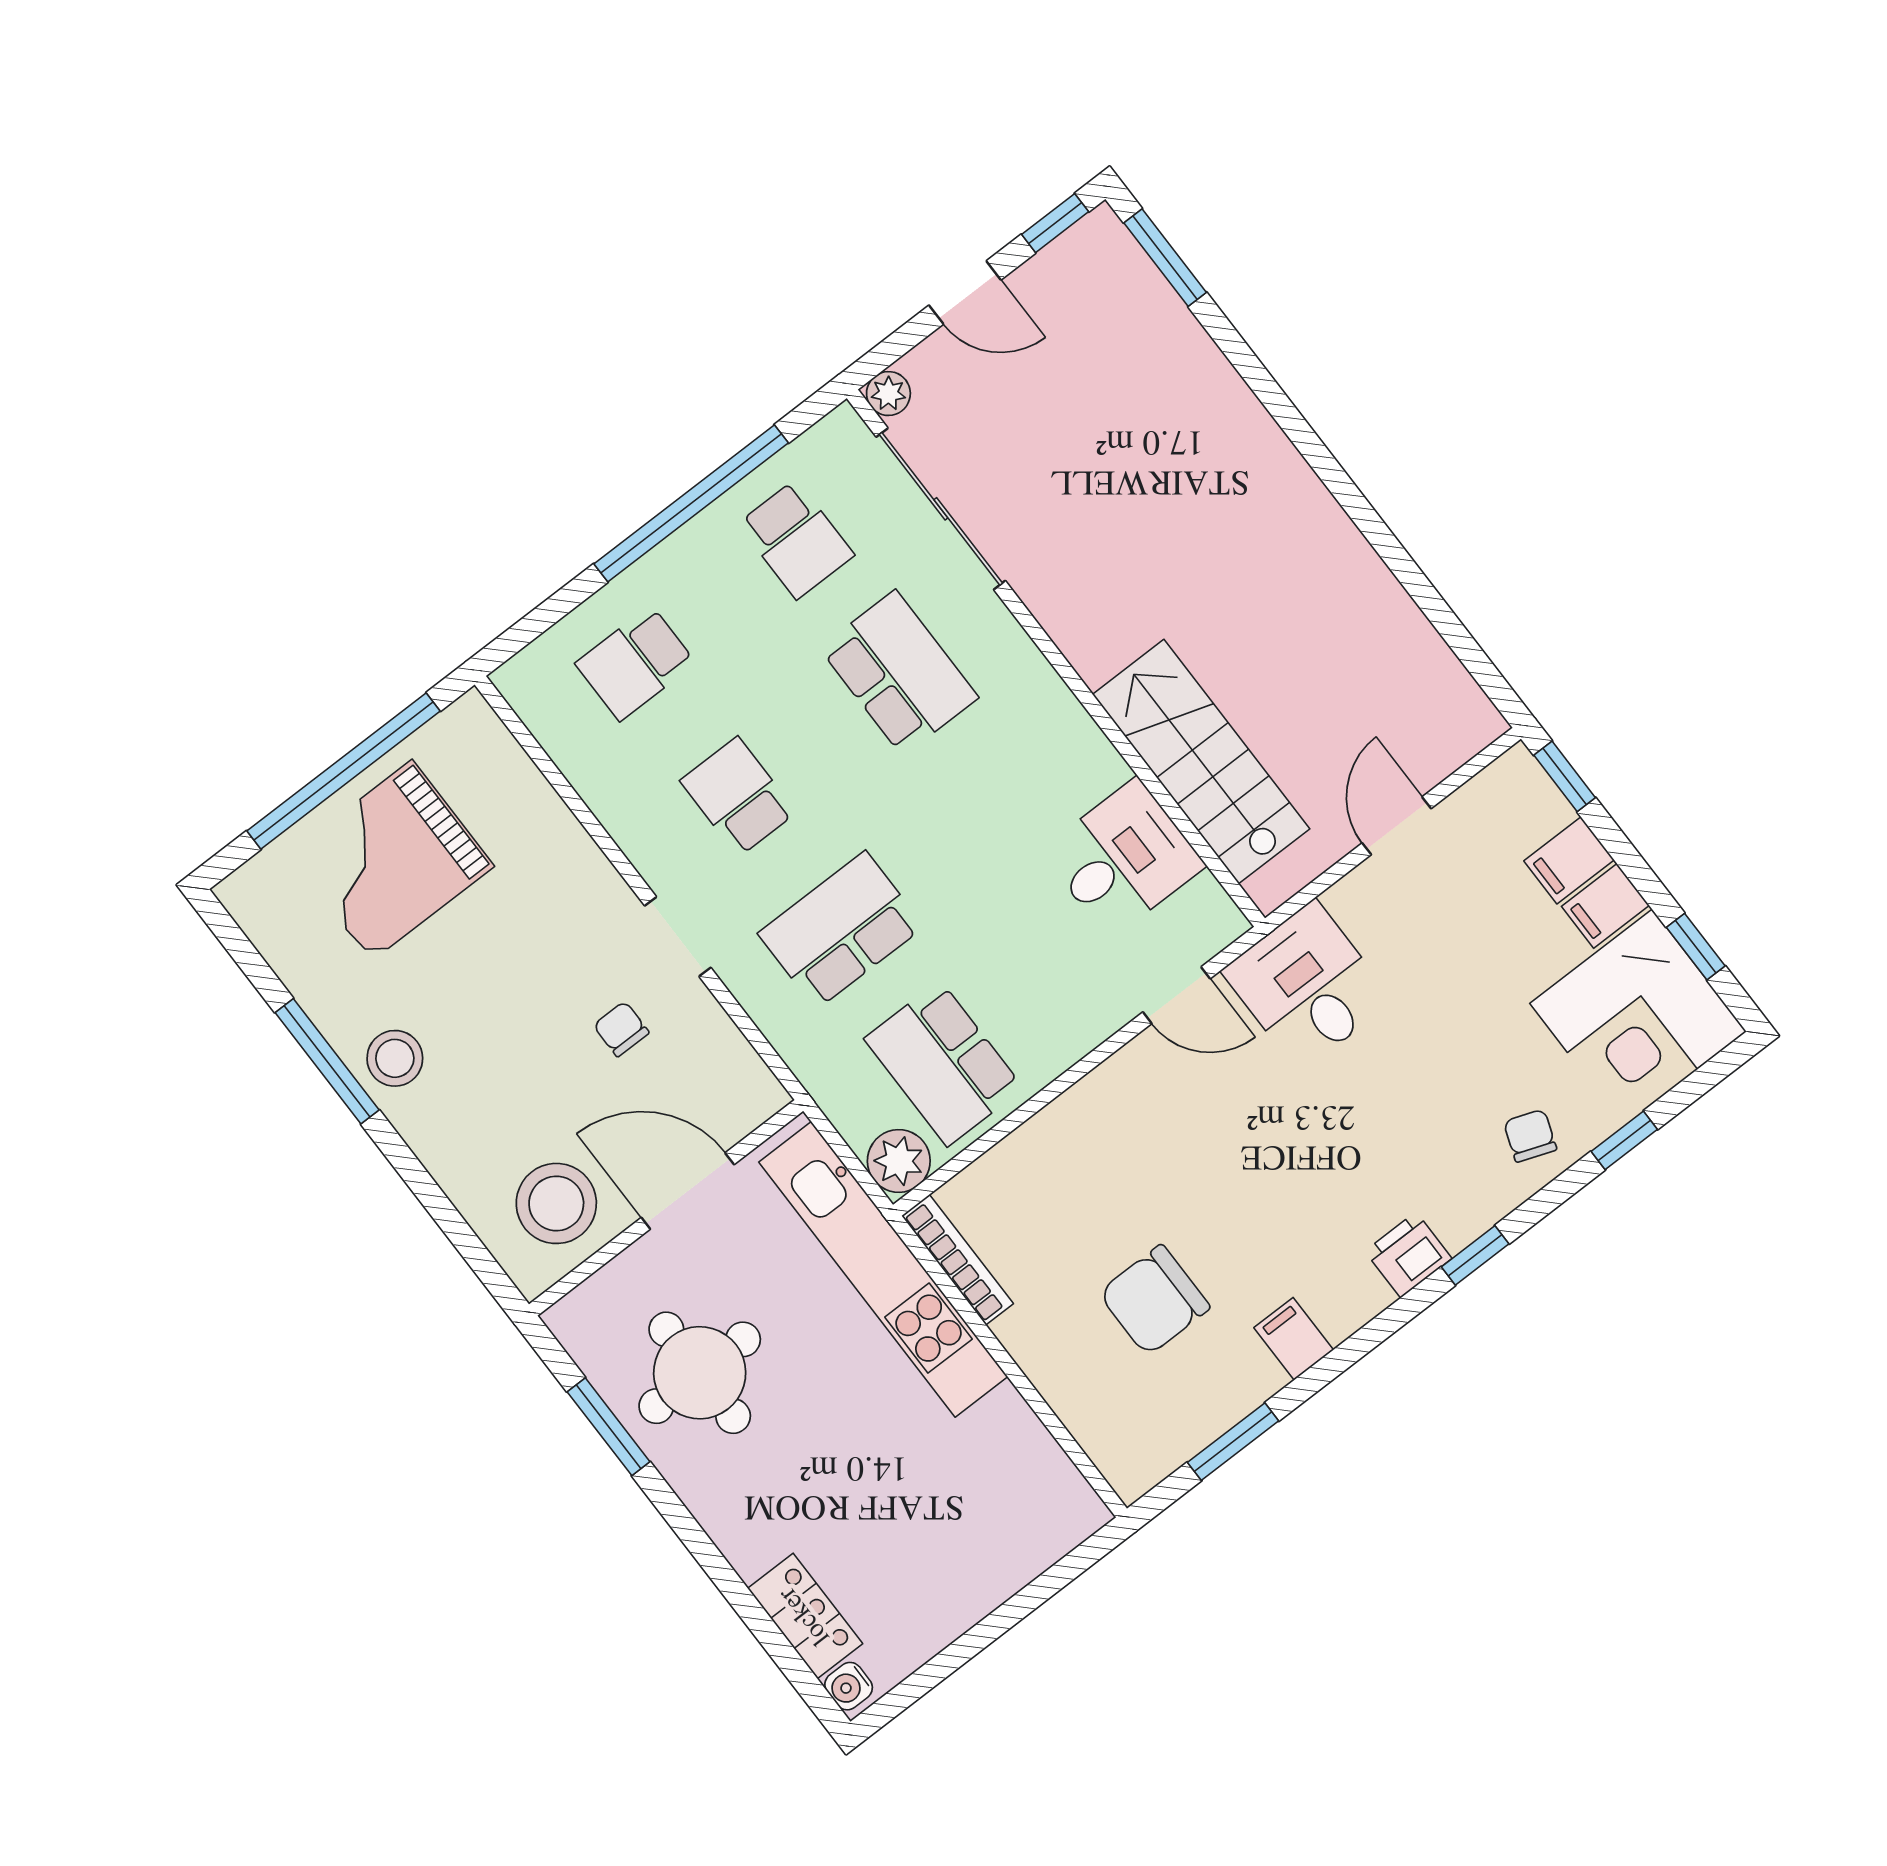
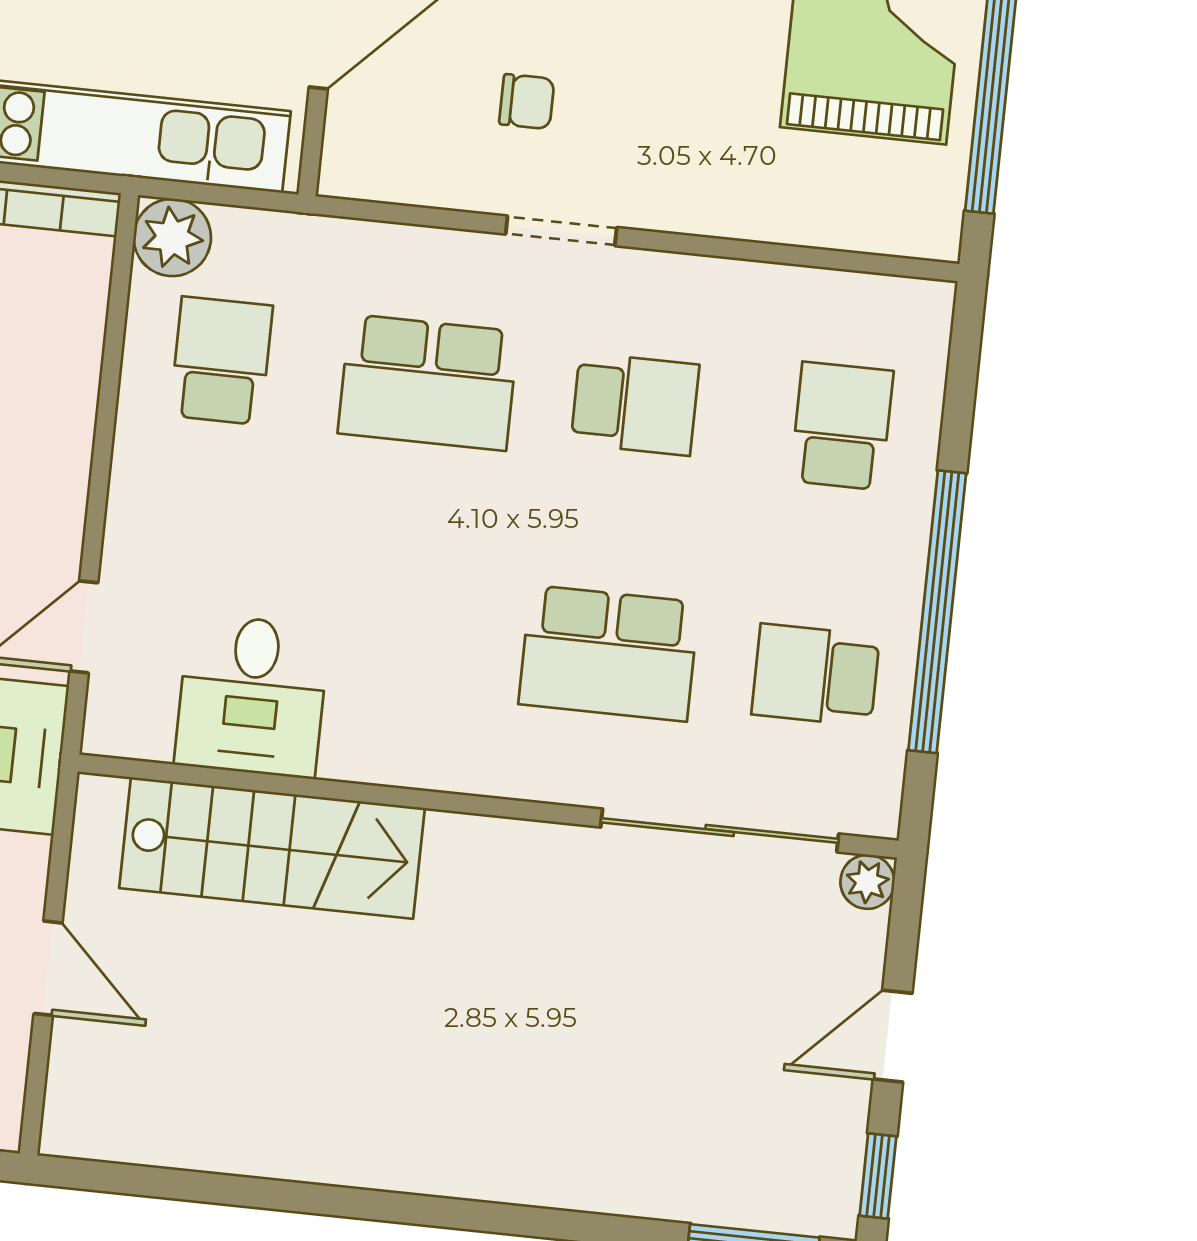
school desk: (841, 930) -> (428, 382), turned 90
school desk: (944, 1063) -> (221, 361), width x0.54

